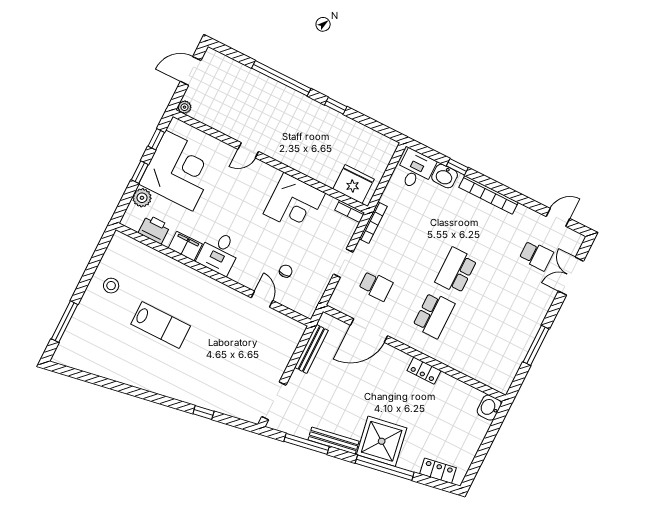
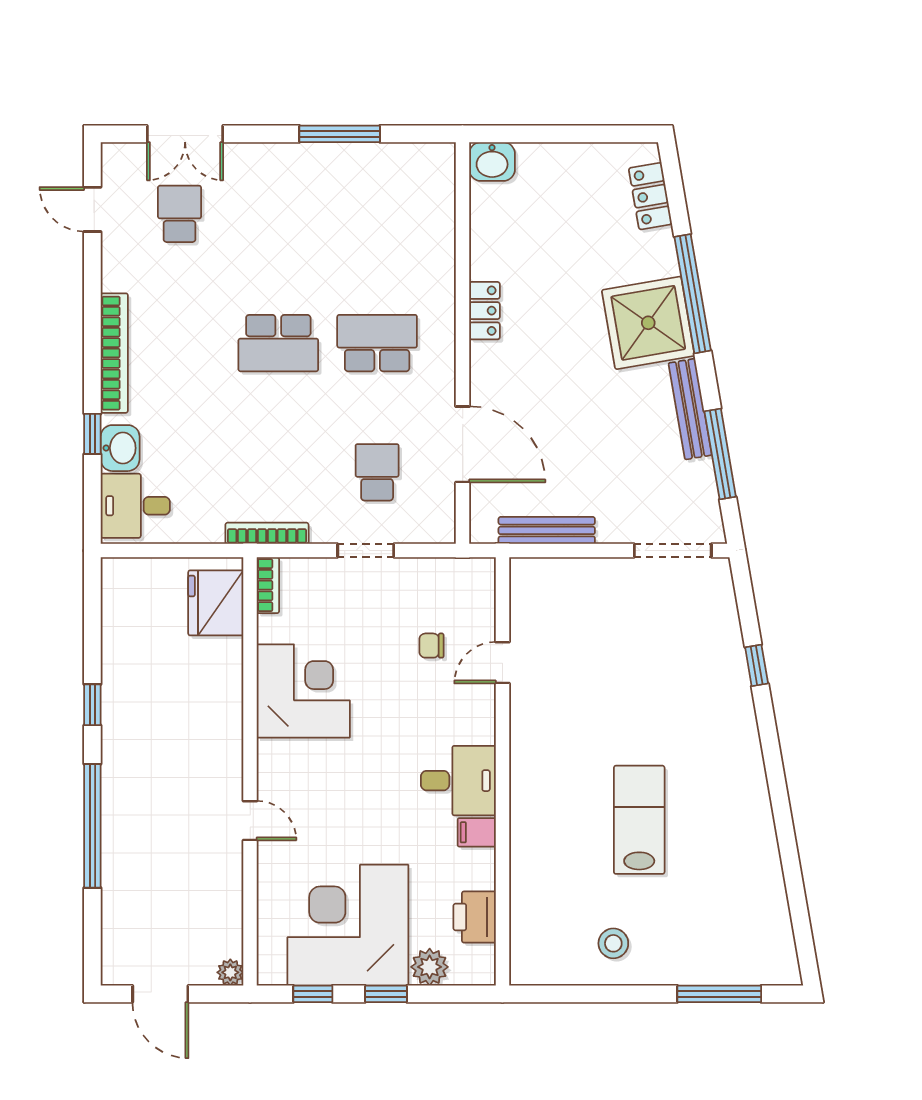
filing cabinet: (185, 246) -> (477, 832), width x0.50

